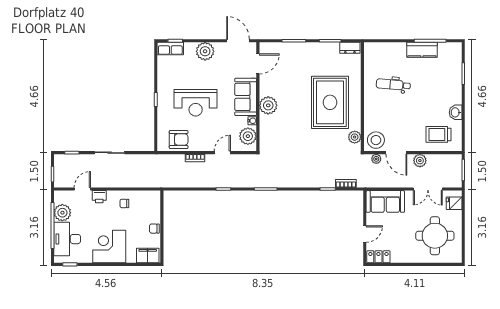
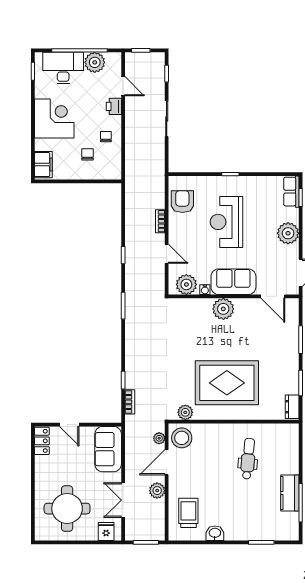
armchair: (179, 140) -> (182, 202), turned 180
chair: (154, 229) -> (87, 154), moved

